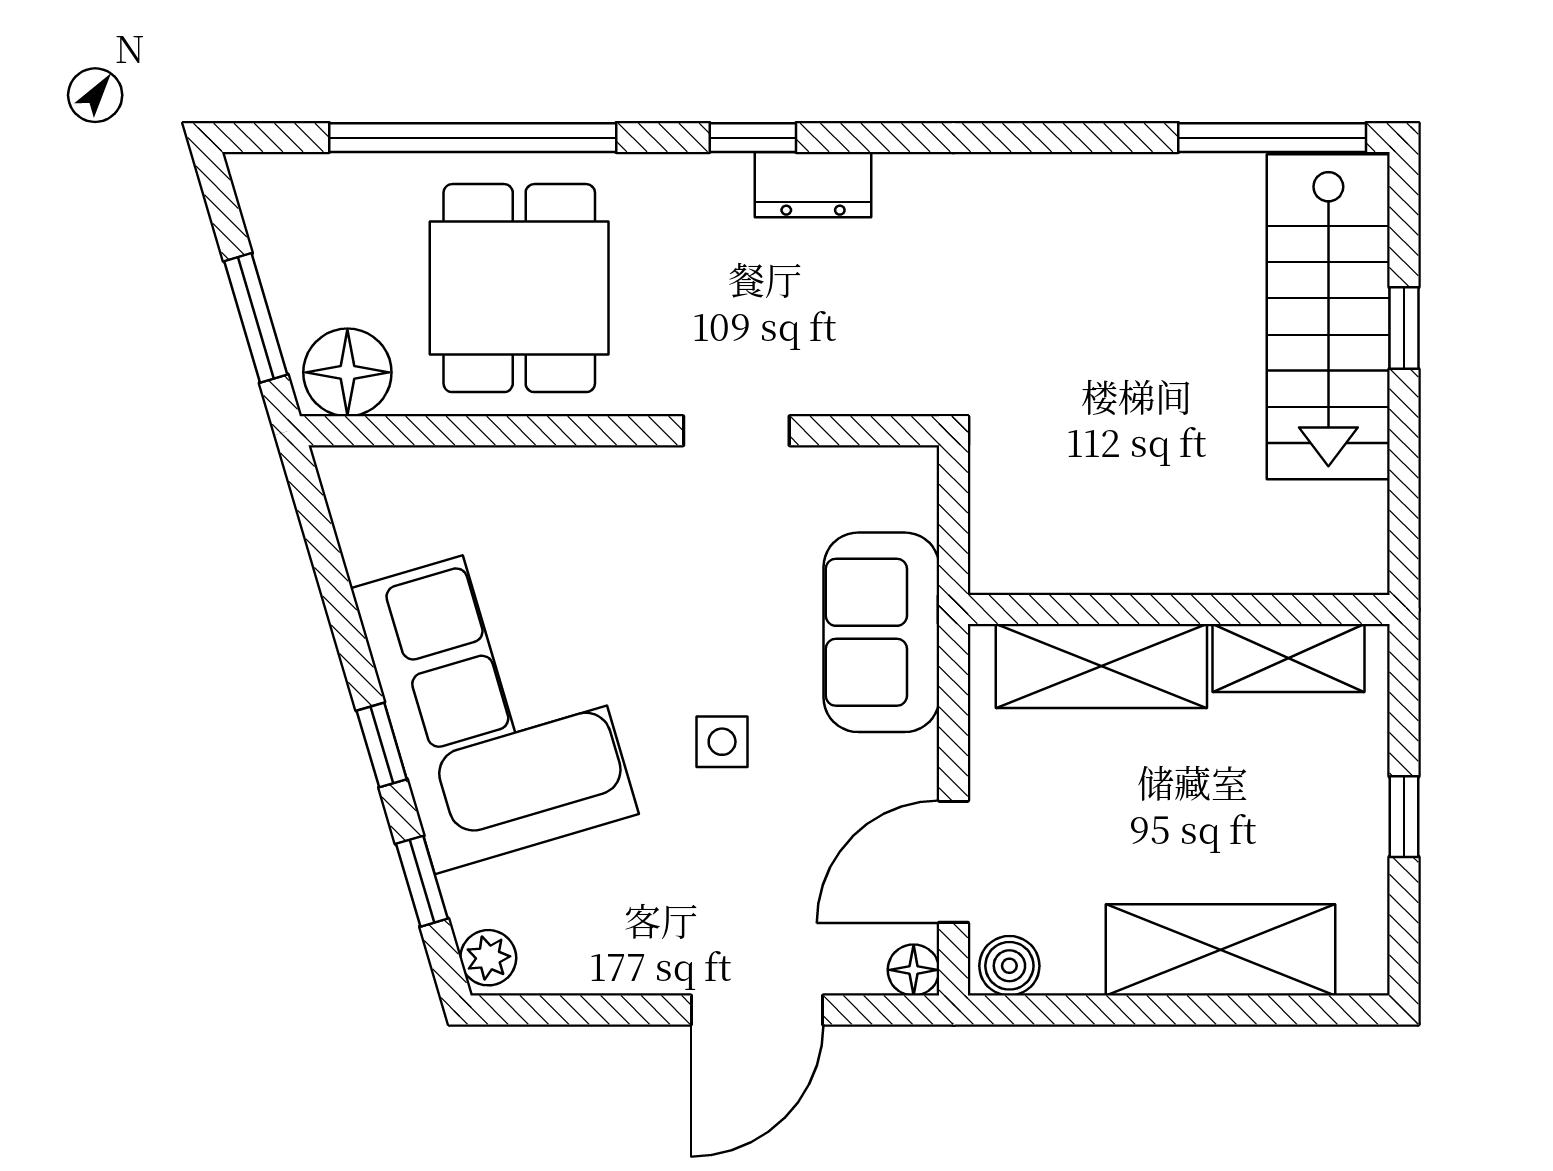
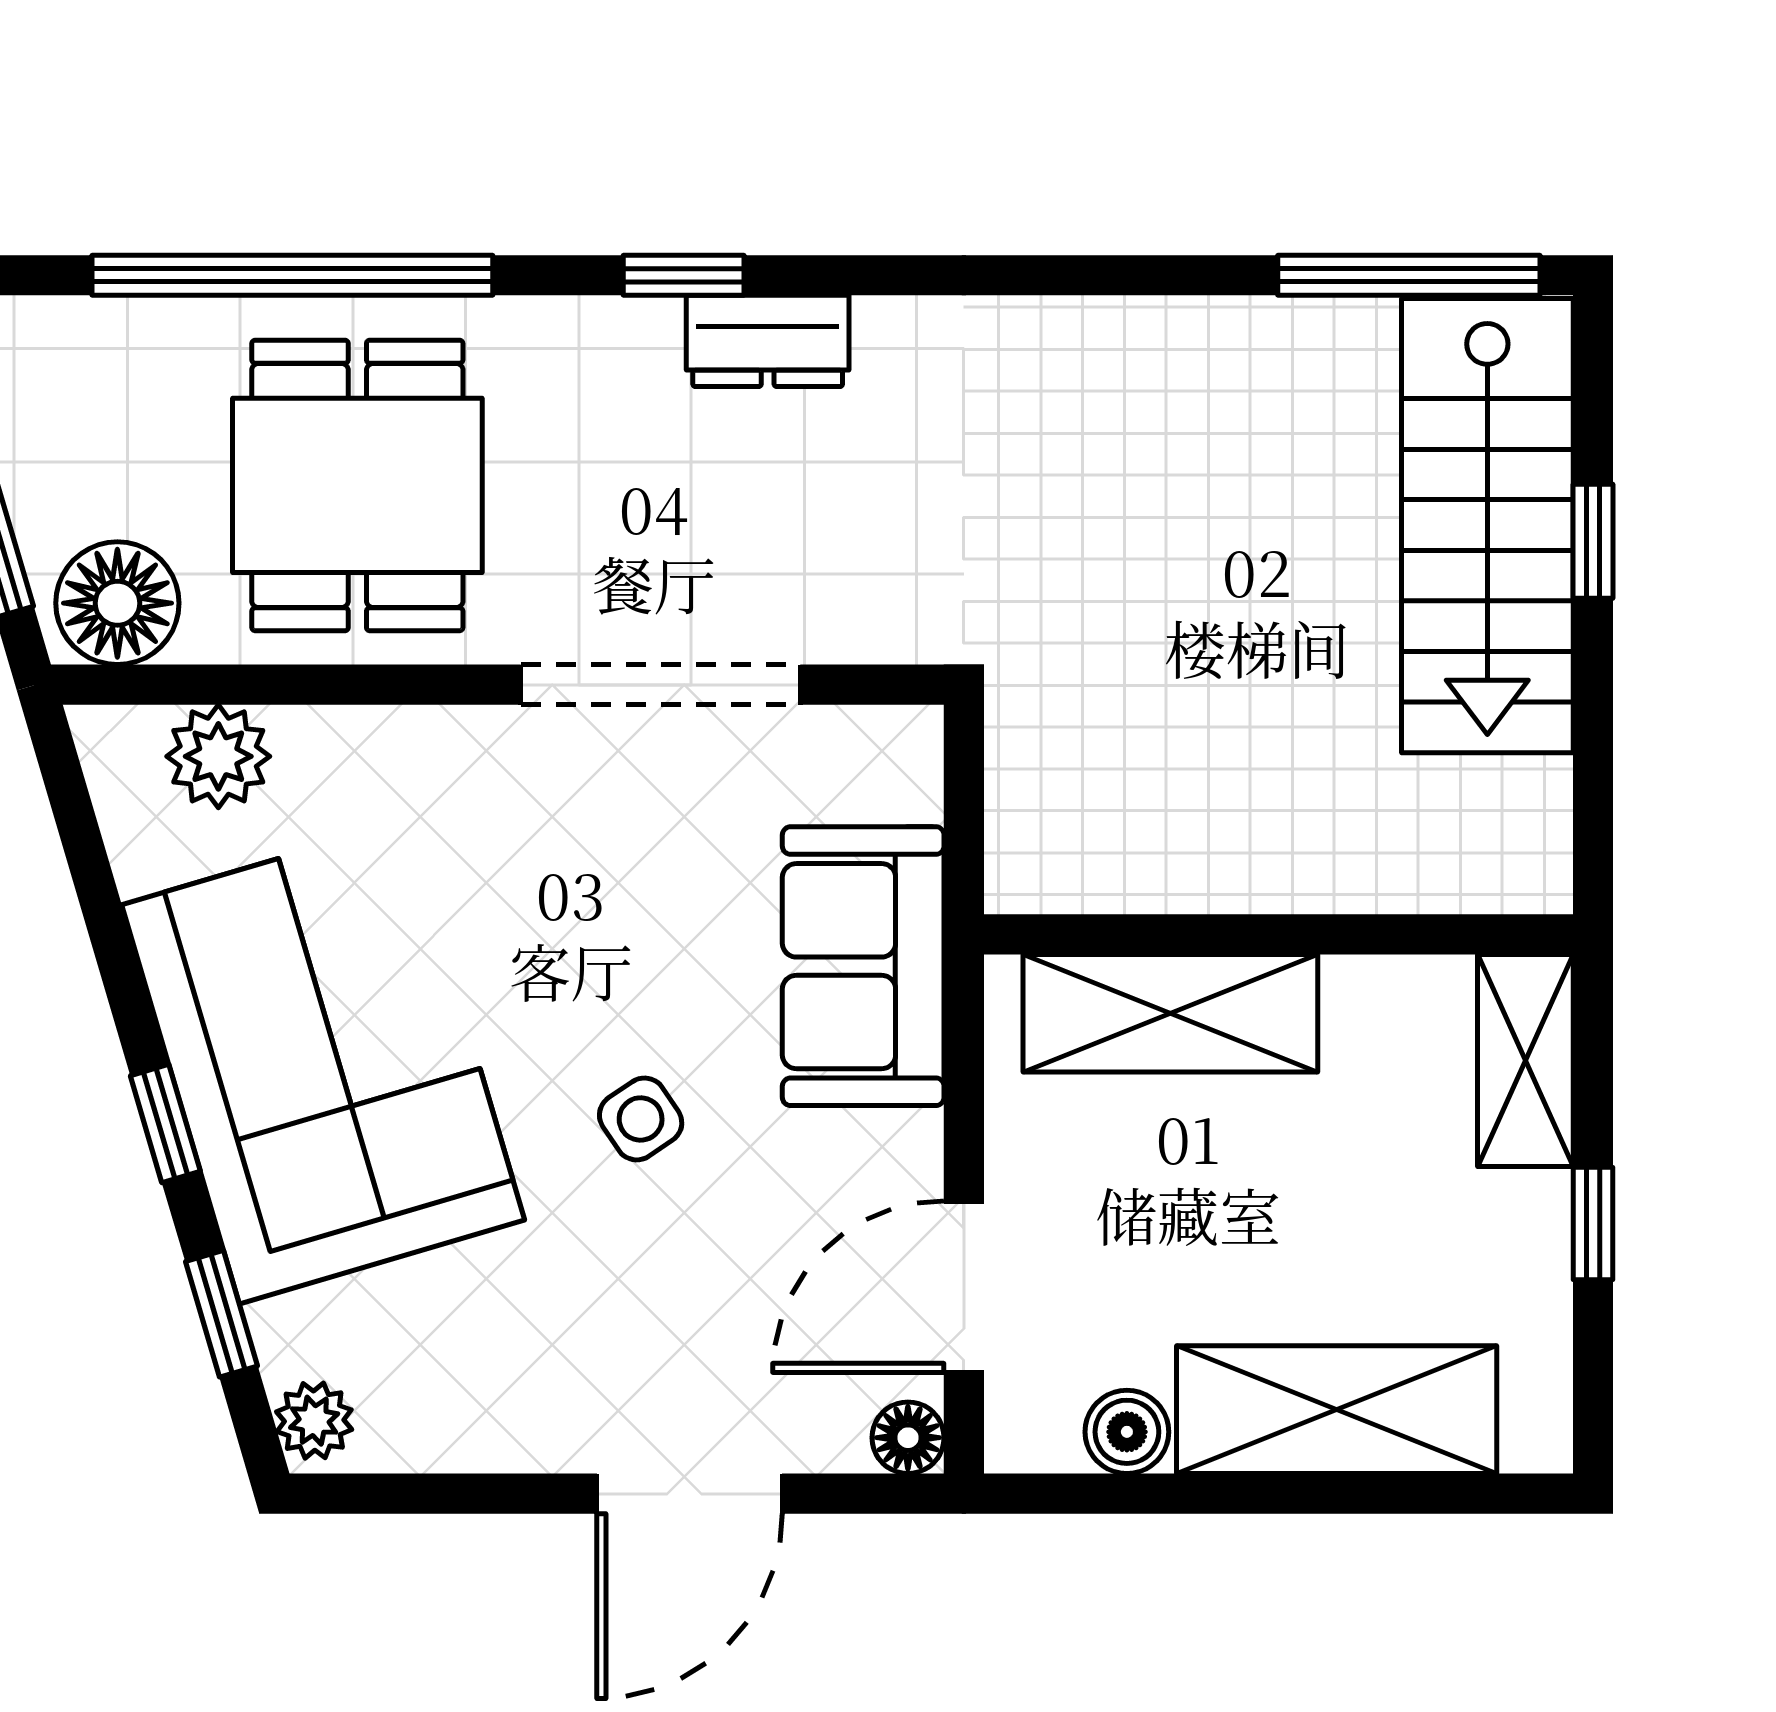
doorway: (736, 431) -> (661, 685), width x1.87
plant: (420, 482) -> (218, 756), added
shelving: (1288, 658) -> (1525, 1060), moved, turned 90
side table: (722, 742) -> (641, 1119), turned -34
boiler: (1009, 966) -> (1127, 1432), moved

